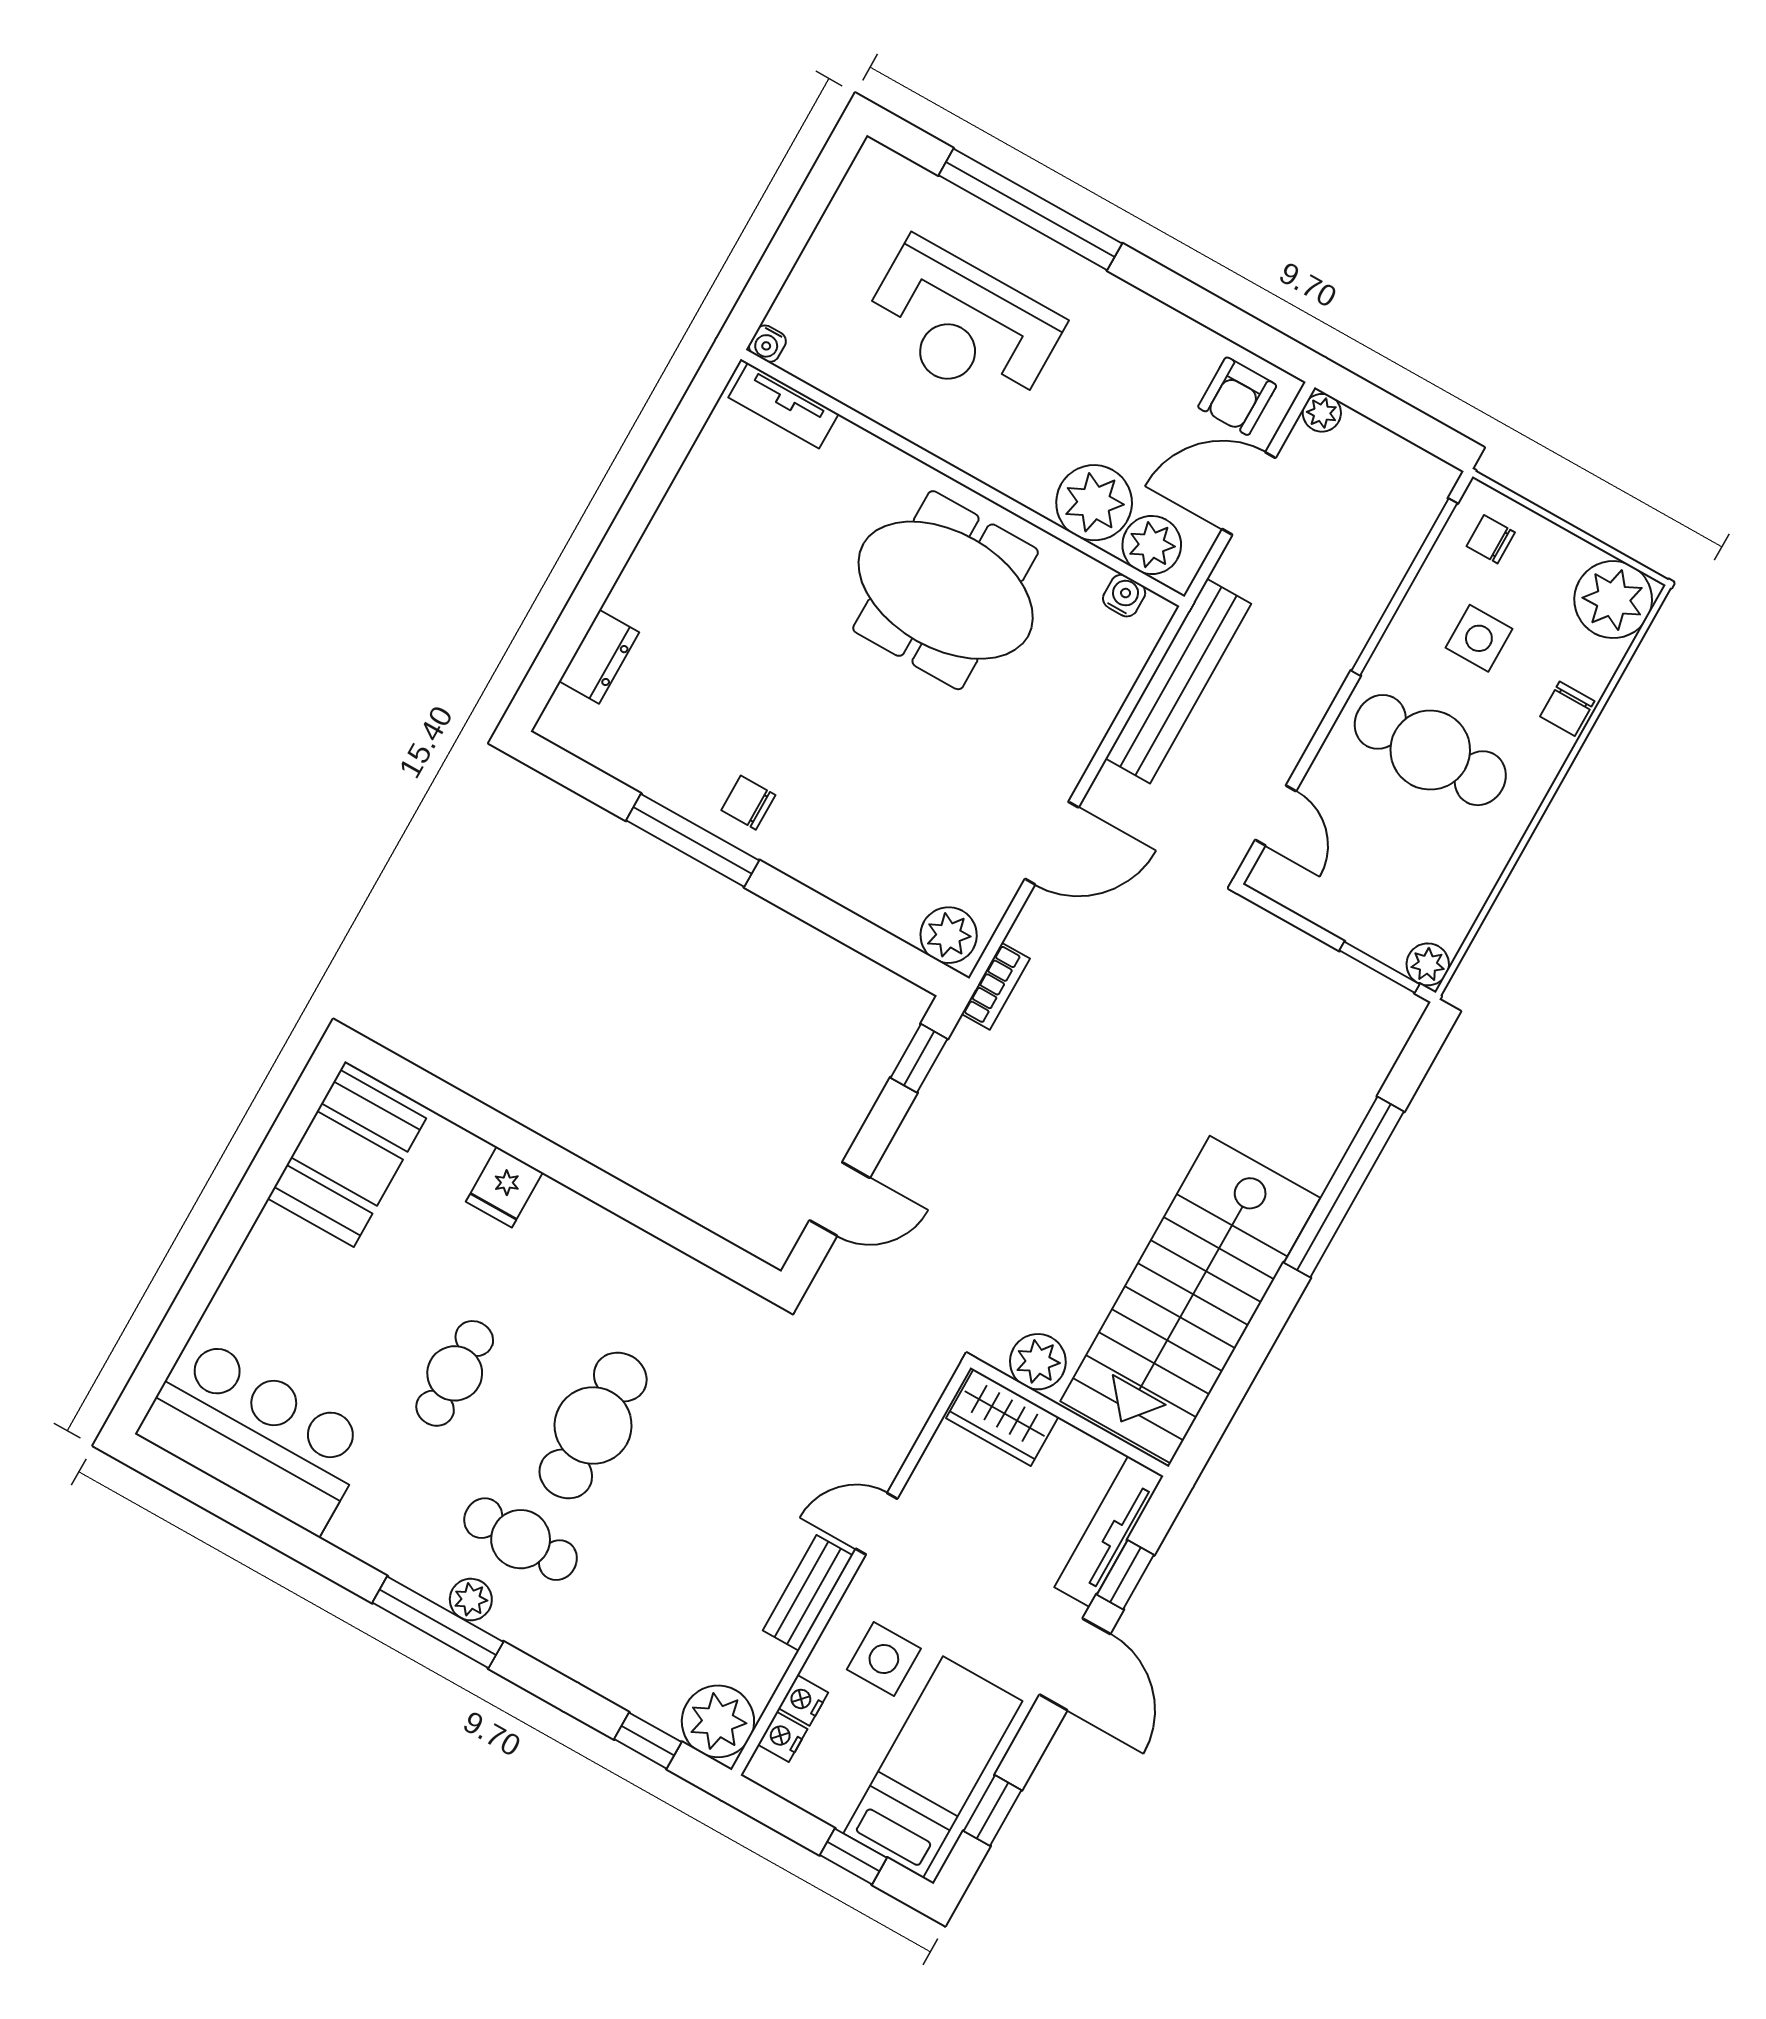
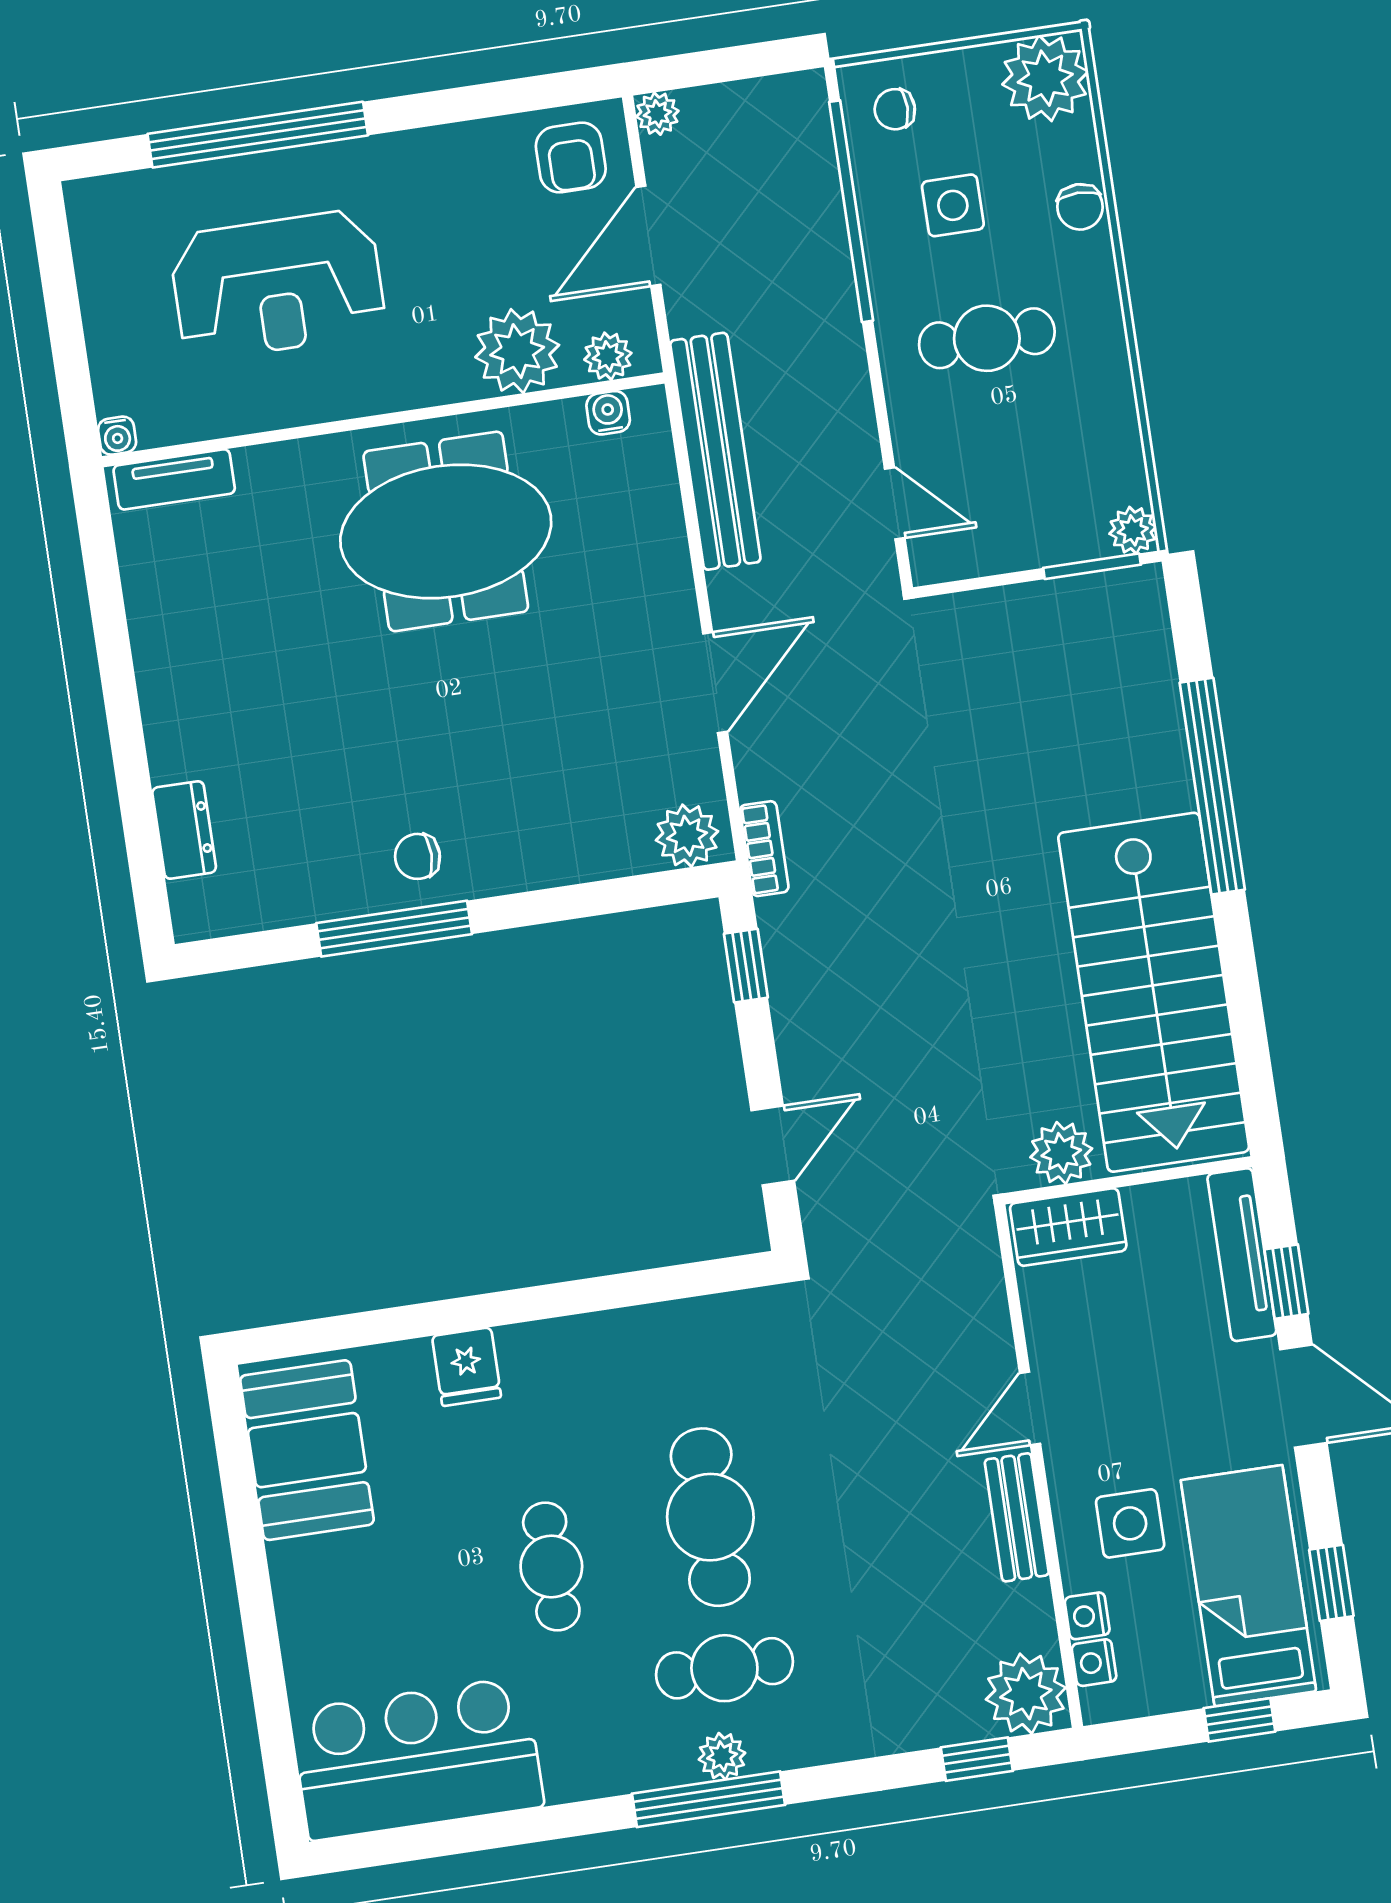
plant: (1152, 545) -> (608, 356), width x0.73, depth x0.73
cafe table: (1430, 750) -> (987, 338), width x0.73, depth x0.74

